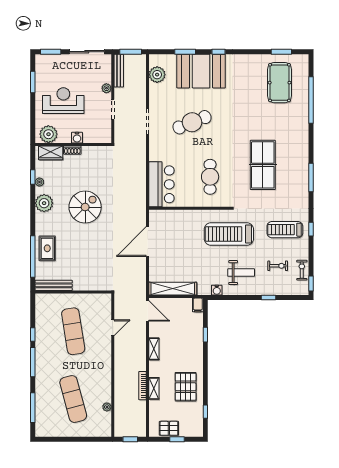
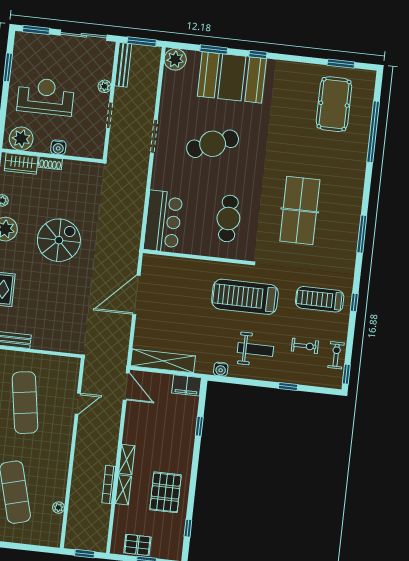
plant: (157, 75) -> (175, 59), moved
filing cabinet: (198, 305) -> (187, 385), width x2.00
shelving: (154, 349) -> (127, 459), moved

